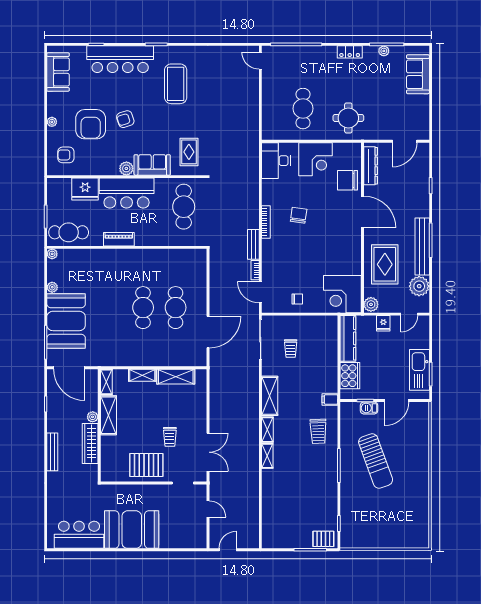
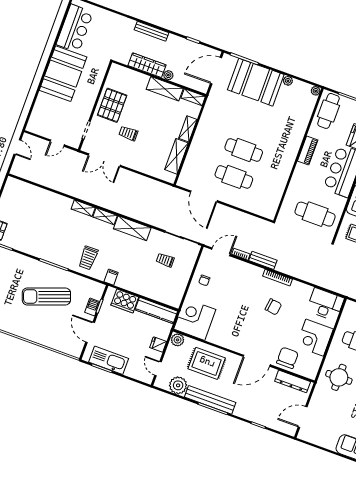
door: (405, 141) -> (303, 417), hinge flipped
trolley: (318, 431) -> (88, 258), turned -88

